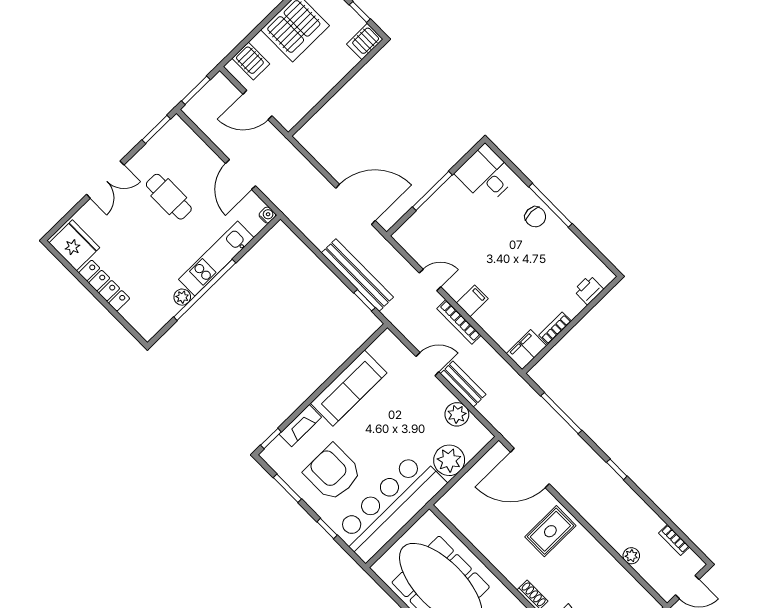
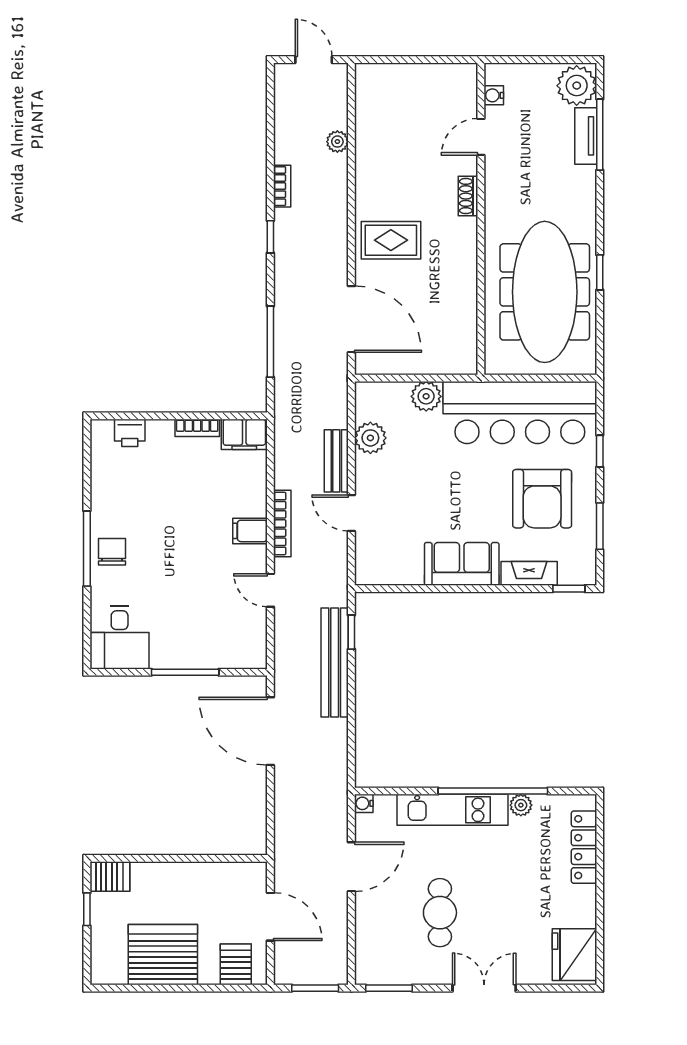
locker: (104, 286) -> (584, 847), moved
sofa: (349, 388) -> (462, 564), width x0.73
plant: (449, 460) -> (426, 396), width x0.73, depth x0.73
bookcase: (674, 540) -> (282, 186), moved

